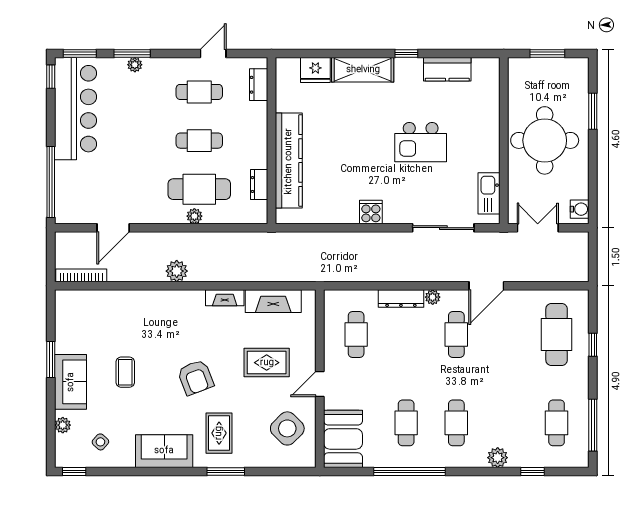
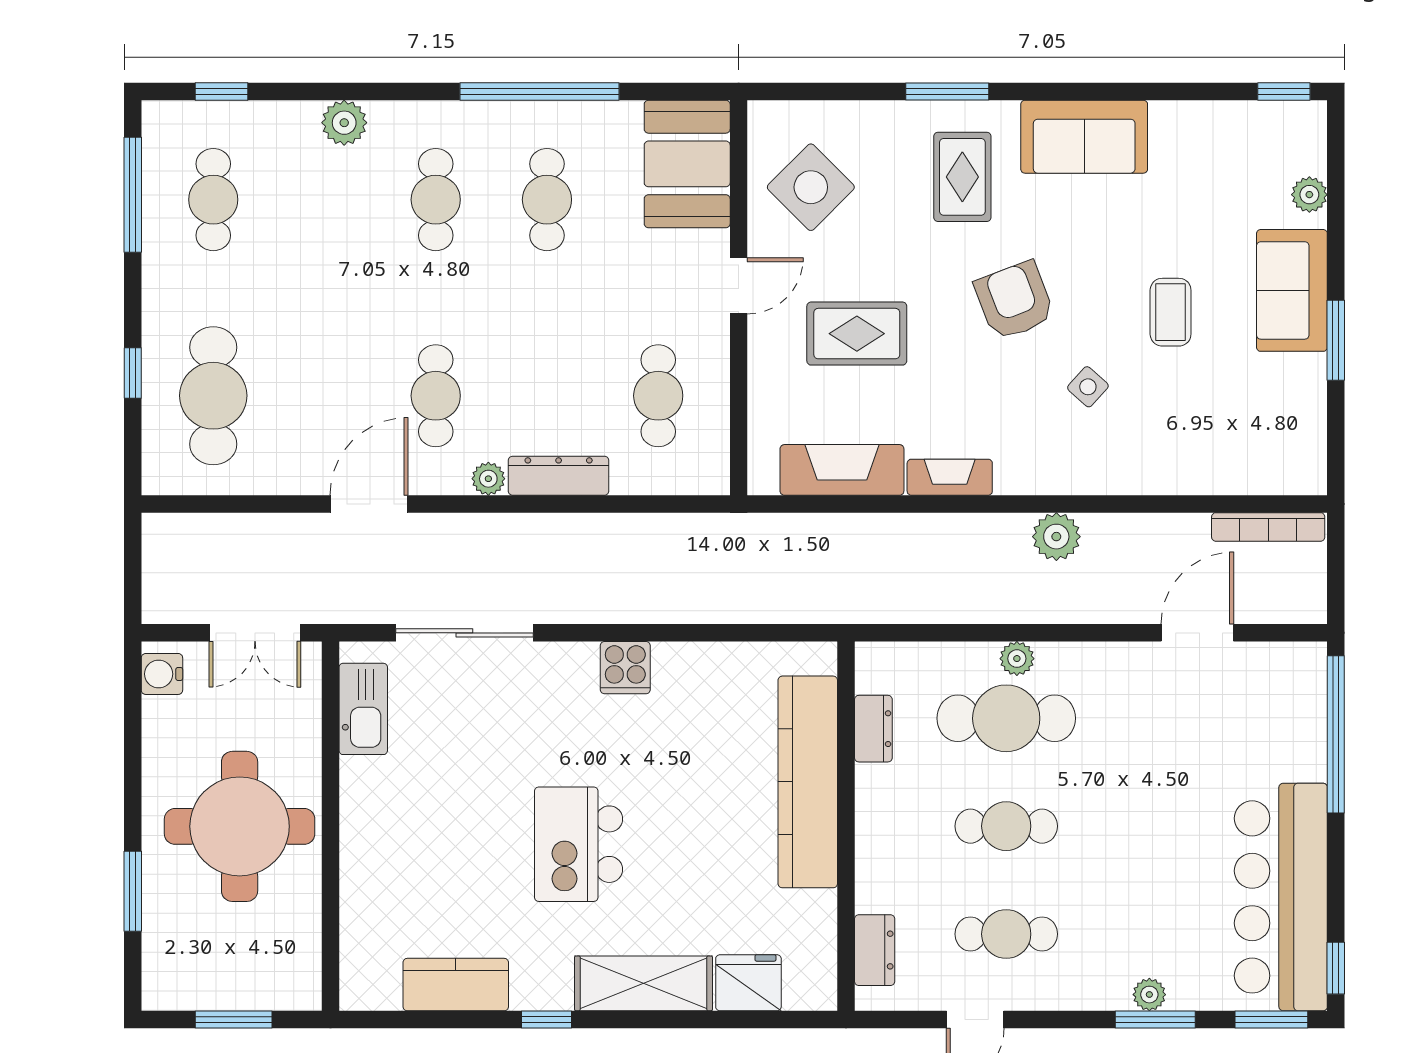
kitchen island: (421, 142) -> (579, 844), moved, turned -90
side table: (100, 442) -> (1088, 387), moved
window: (532, 472) -> (222, 91), moved

